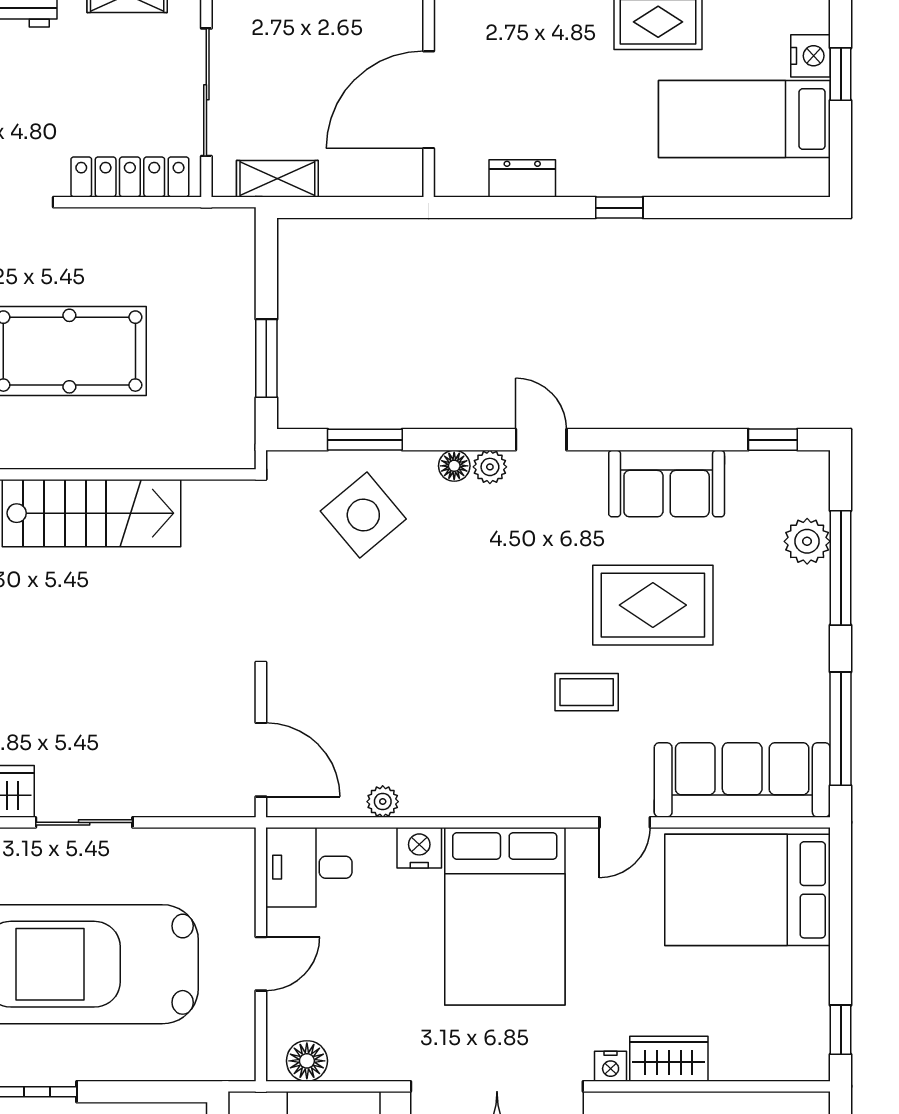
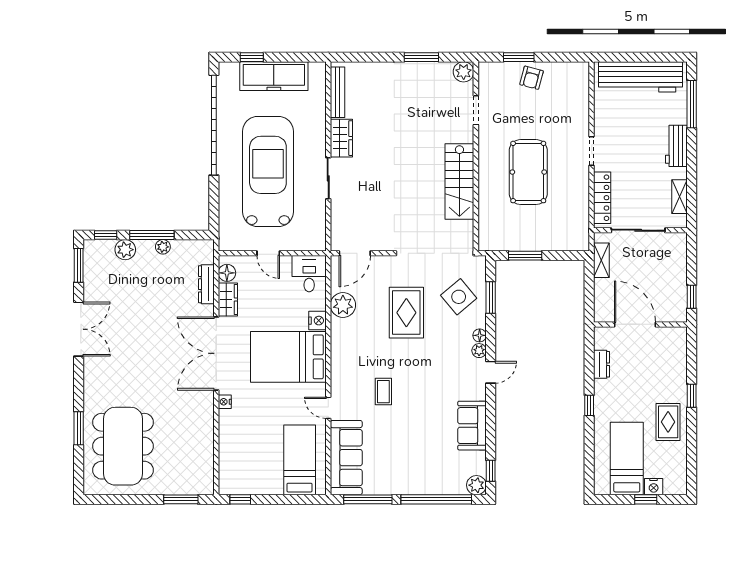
plant: (807, 541) -> (476, 485), moved
window: (841, 568) -> (436, 499), width x1.46
rug: (653, 605) -> (406, 313), moved
plant: (383, 802) -> (343, 305), width x1.88, depth x1.88
bed: (748, 890) -> (300, 460), width x0.67
wardrobe: (669, 1059) -> (228, 299), moved

